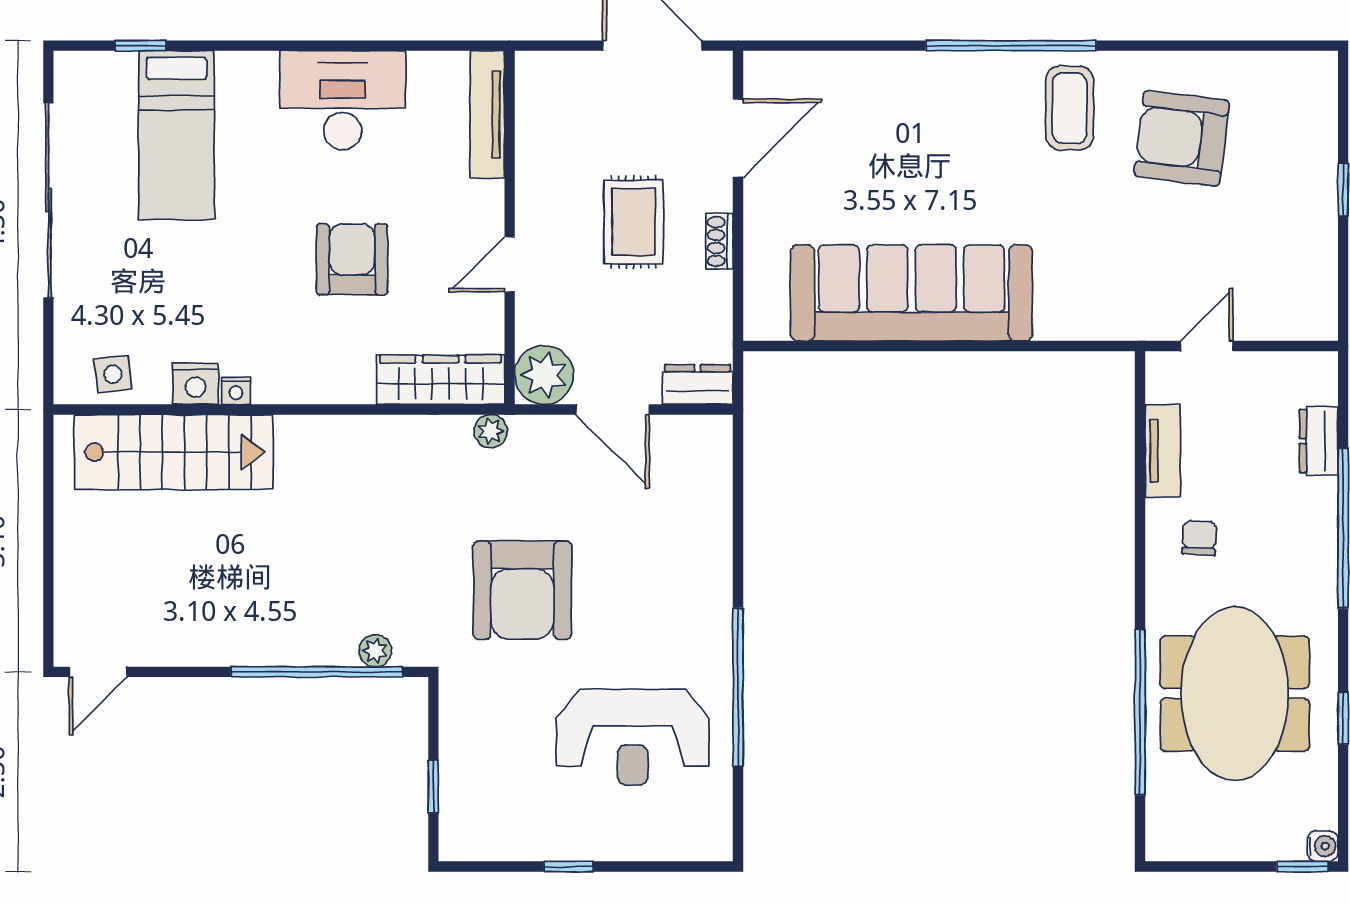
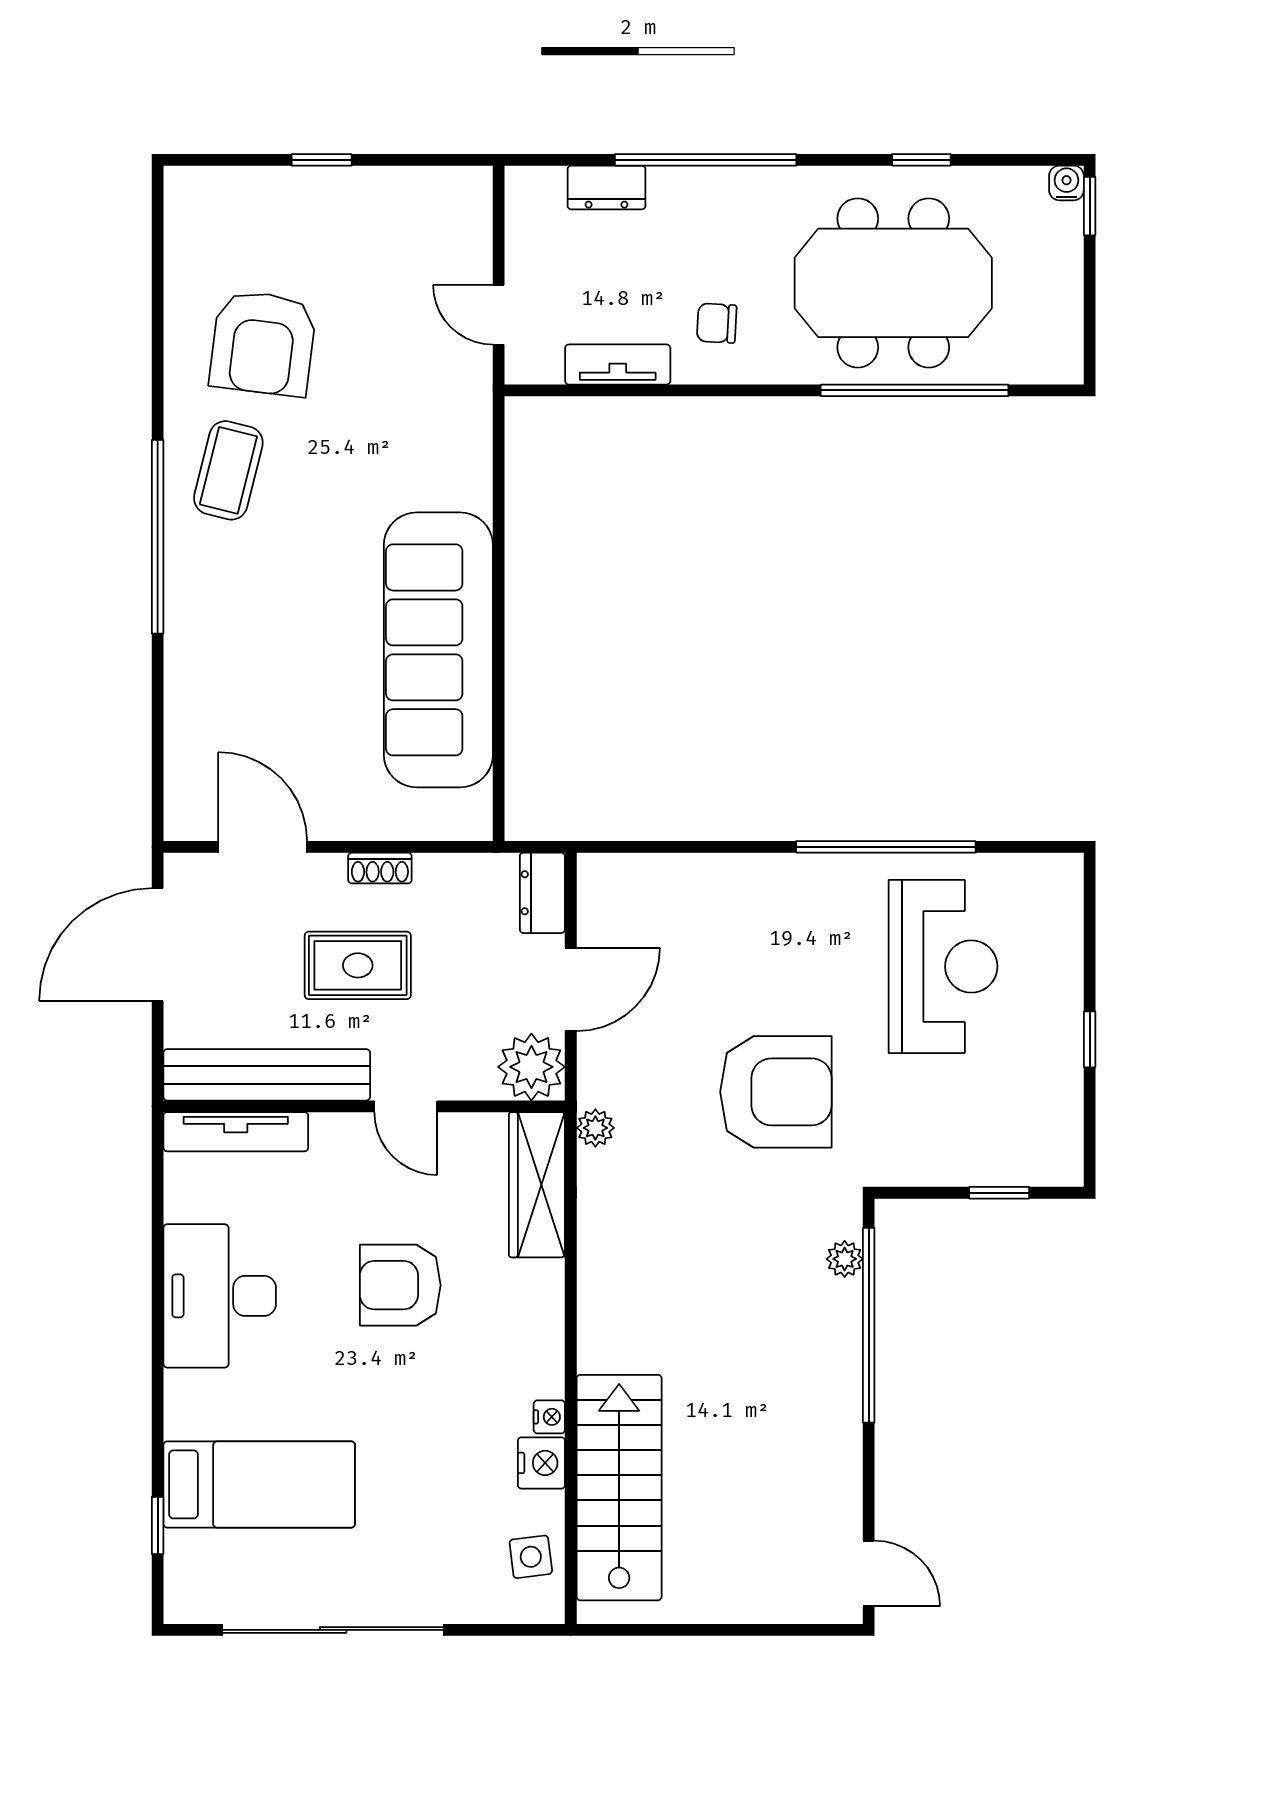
coffee table: (1070, 108) -> (228, 470), turned -76
bench: (537, 142) -> (267, 1075), added

